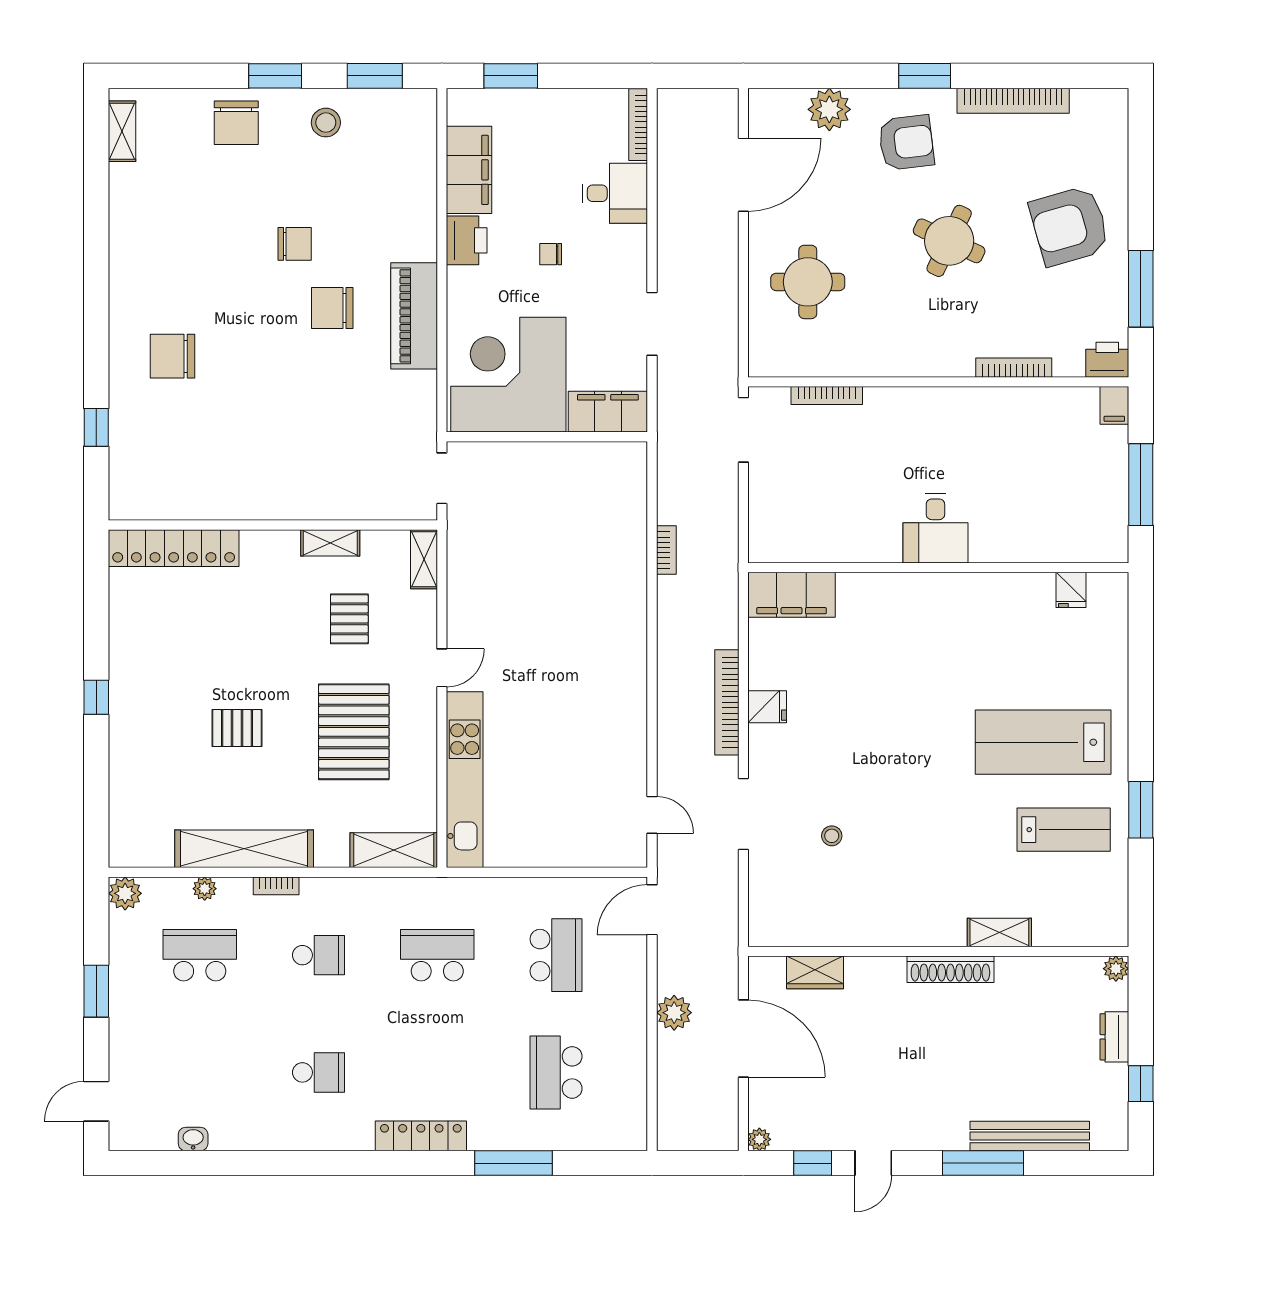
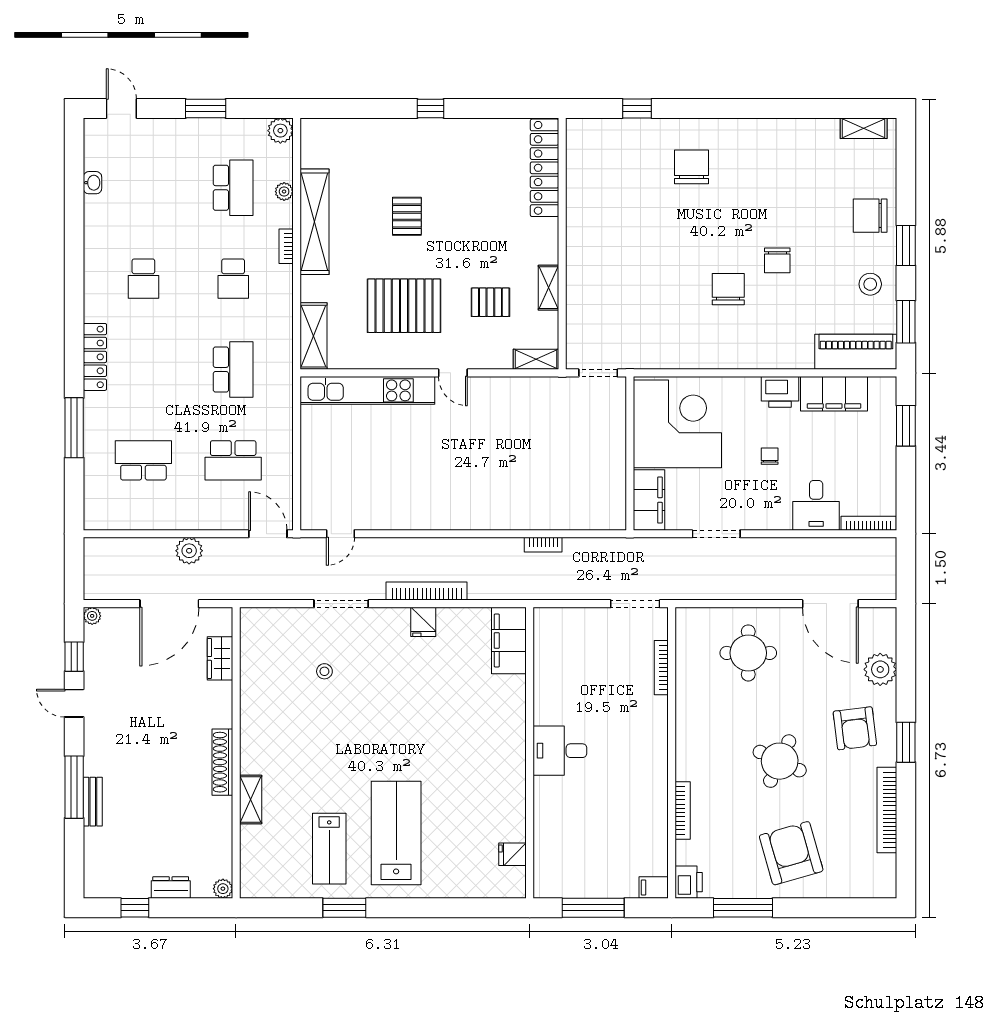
piano: (414, 316) -> (856, 352), moved
bench: (1030, 1136) -> (93, 802), width x0.54, depth x0.82

